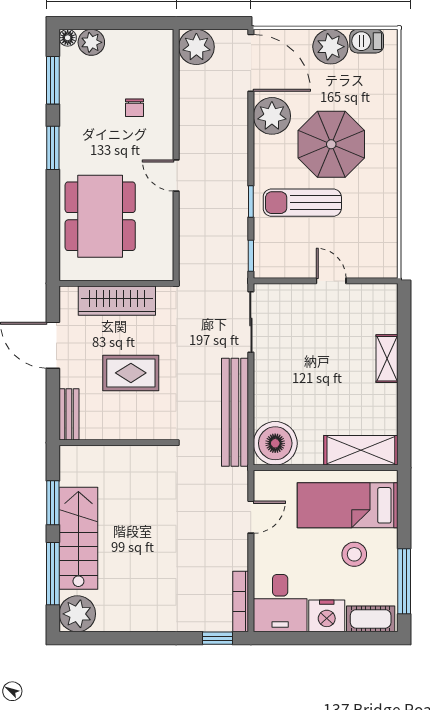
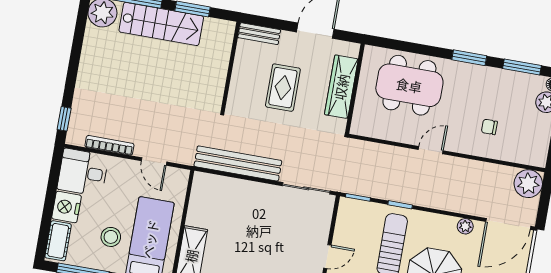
plant: (272, 116) -> (465, 226), width x0.53, depth x0.53
boiler: (275, 443) -> (208, 191), removed
bookcase: (241, 602) -> (109, 145), moved

